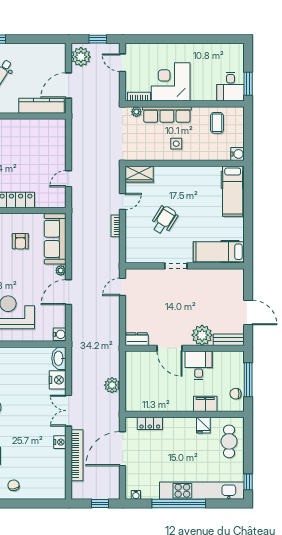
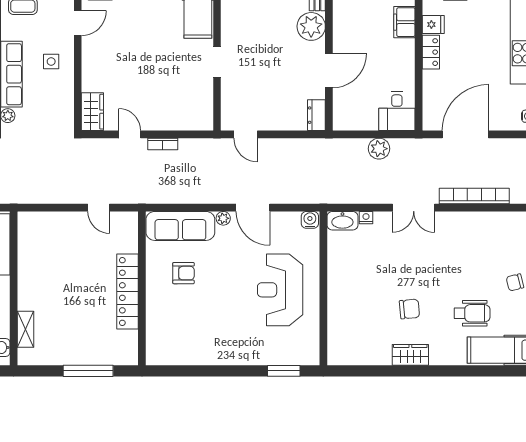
door: (204, 163) -> (78, 23), added
wheelchair: (164, 220) -> (155, 78), removed
desk: (199, 365) -> (397, 111), moved, turned -90
nightstand: (58, 380) -> (366, 218), width x0.53, depth x0.56
locker: (150, 423) -> (431, 52), moved
nightstand: (60, 442) -> (456, 219), removed
door: (123, 449) -> (465, 134), swing flipped

